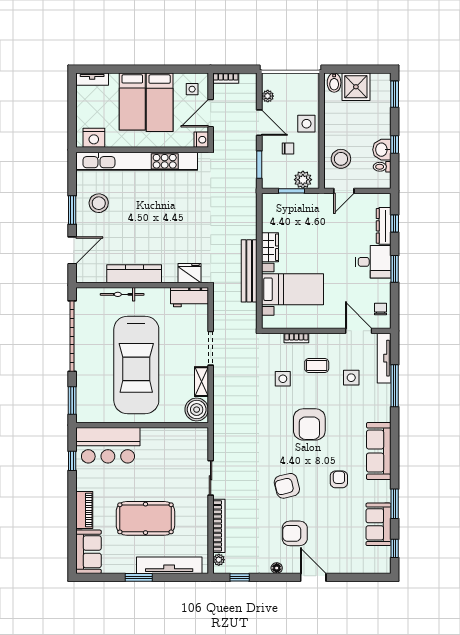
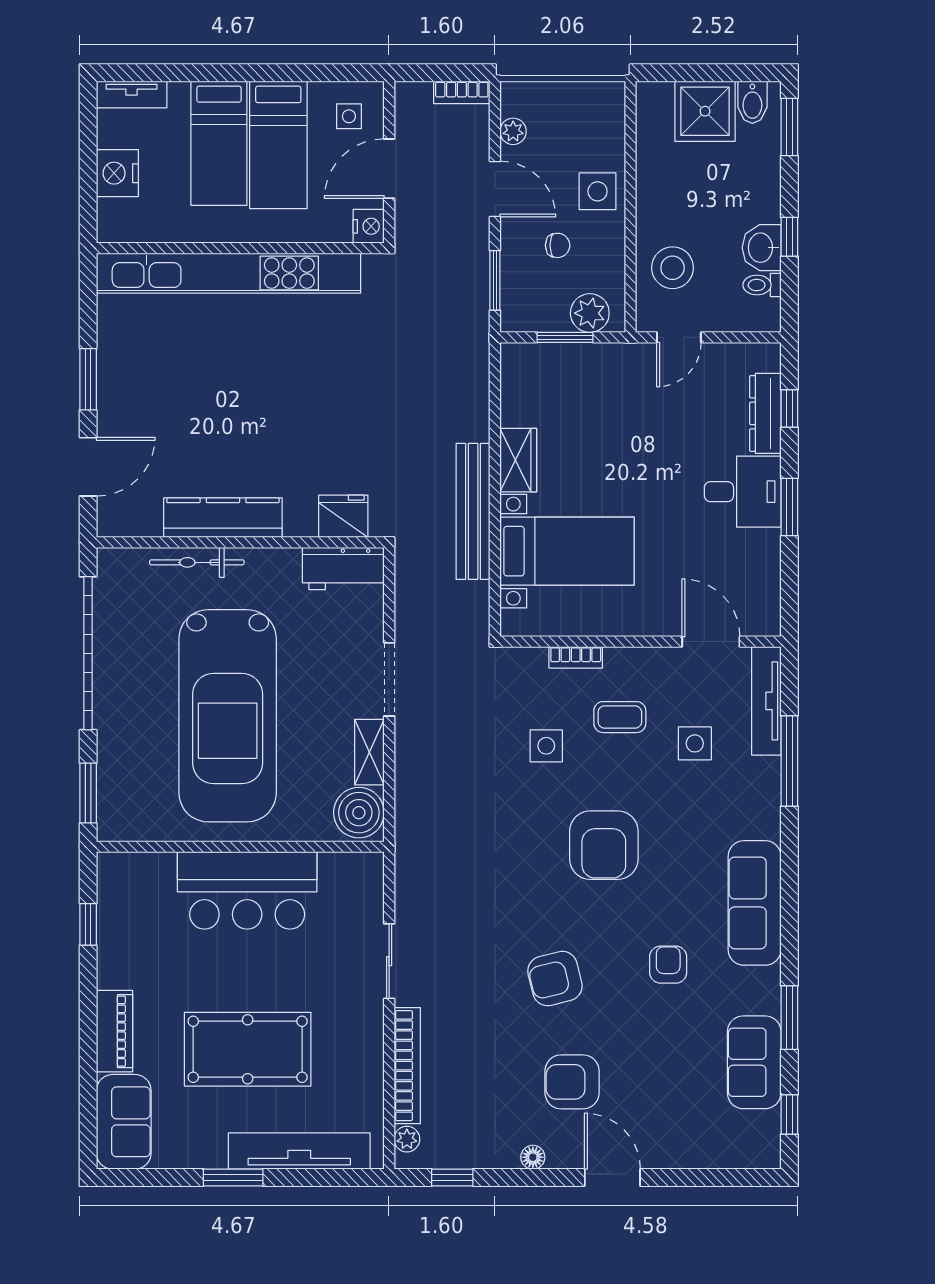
bookcase: (226, 78) -> (462, 92), moved
bidet: (334, 83) -> (752, 102), moved
nightstand: (94, 138) -> (117, 173), moved, turned 90
stool: (99, 203) -> (146, 364), removed
chair: (381, 309) -> (759, 594), removed
bar counter: (108, 445) -> (247, 890), moved

